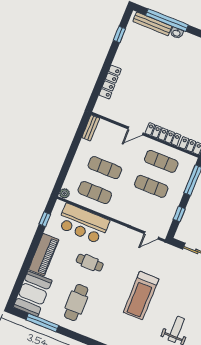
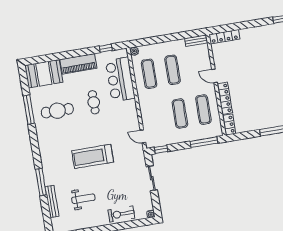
locker: (110, 82) -> (224, 37), moved
window: (179, 214) -> (161, 149), moved
window: (42, 323) -> (29, 109), moved

